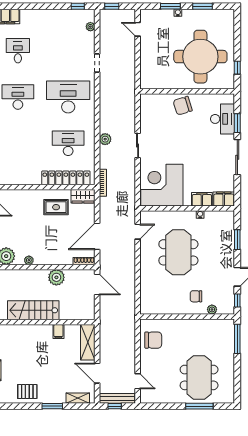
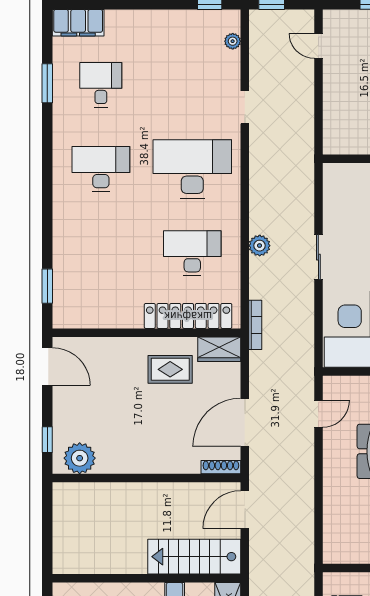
plant: (29, 260) -> (121, 466), removed
plant: (56, 277) -> (171, 497), removed
door: (97, 284) -> (245, 510), swing flipped
stairs: (33, 310) -> (194, 557), moved

